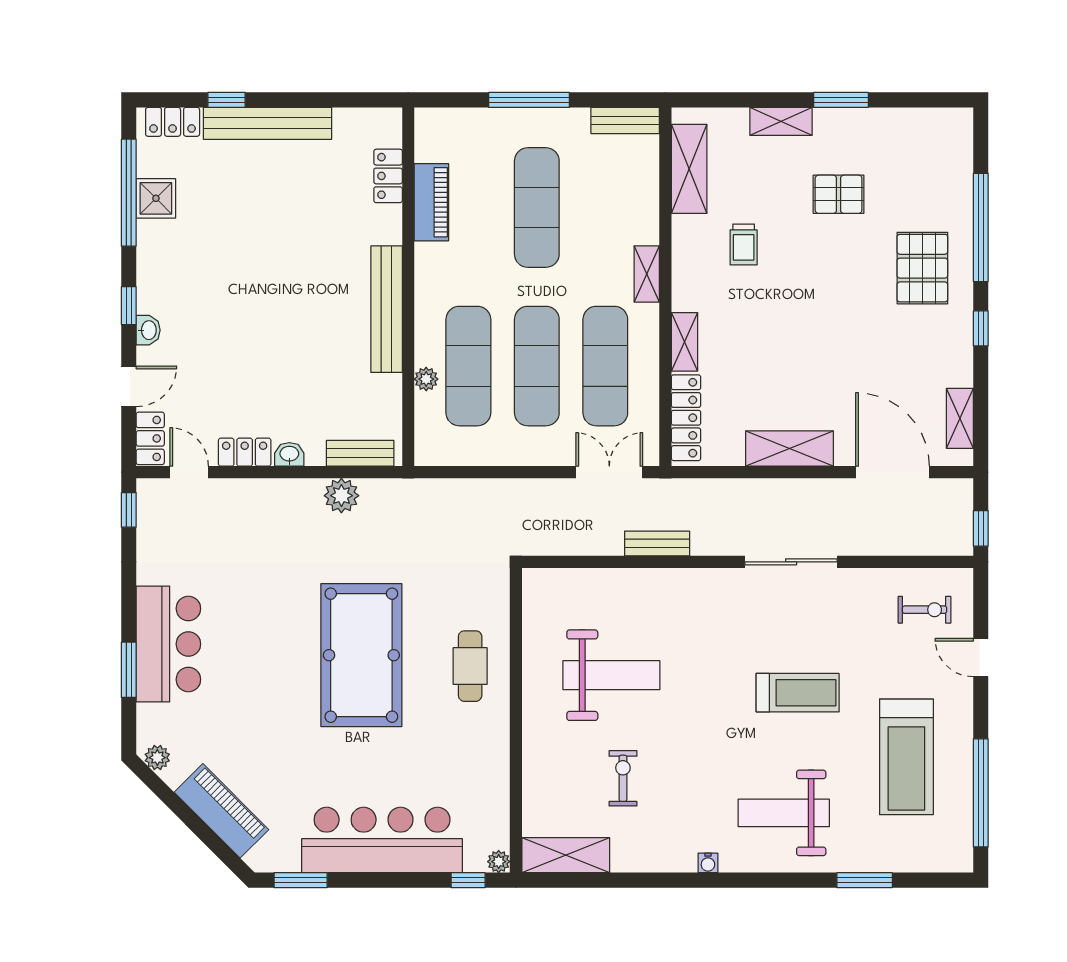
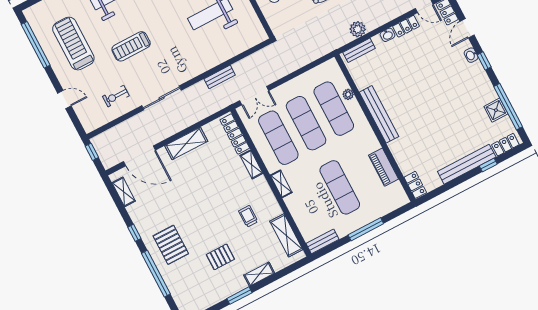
locker: (388, 176) -> (415, 185), moved
exercise bike: (925, 610) -> (116, 96), moved

